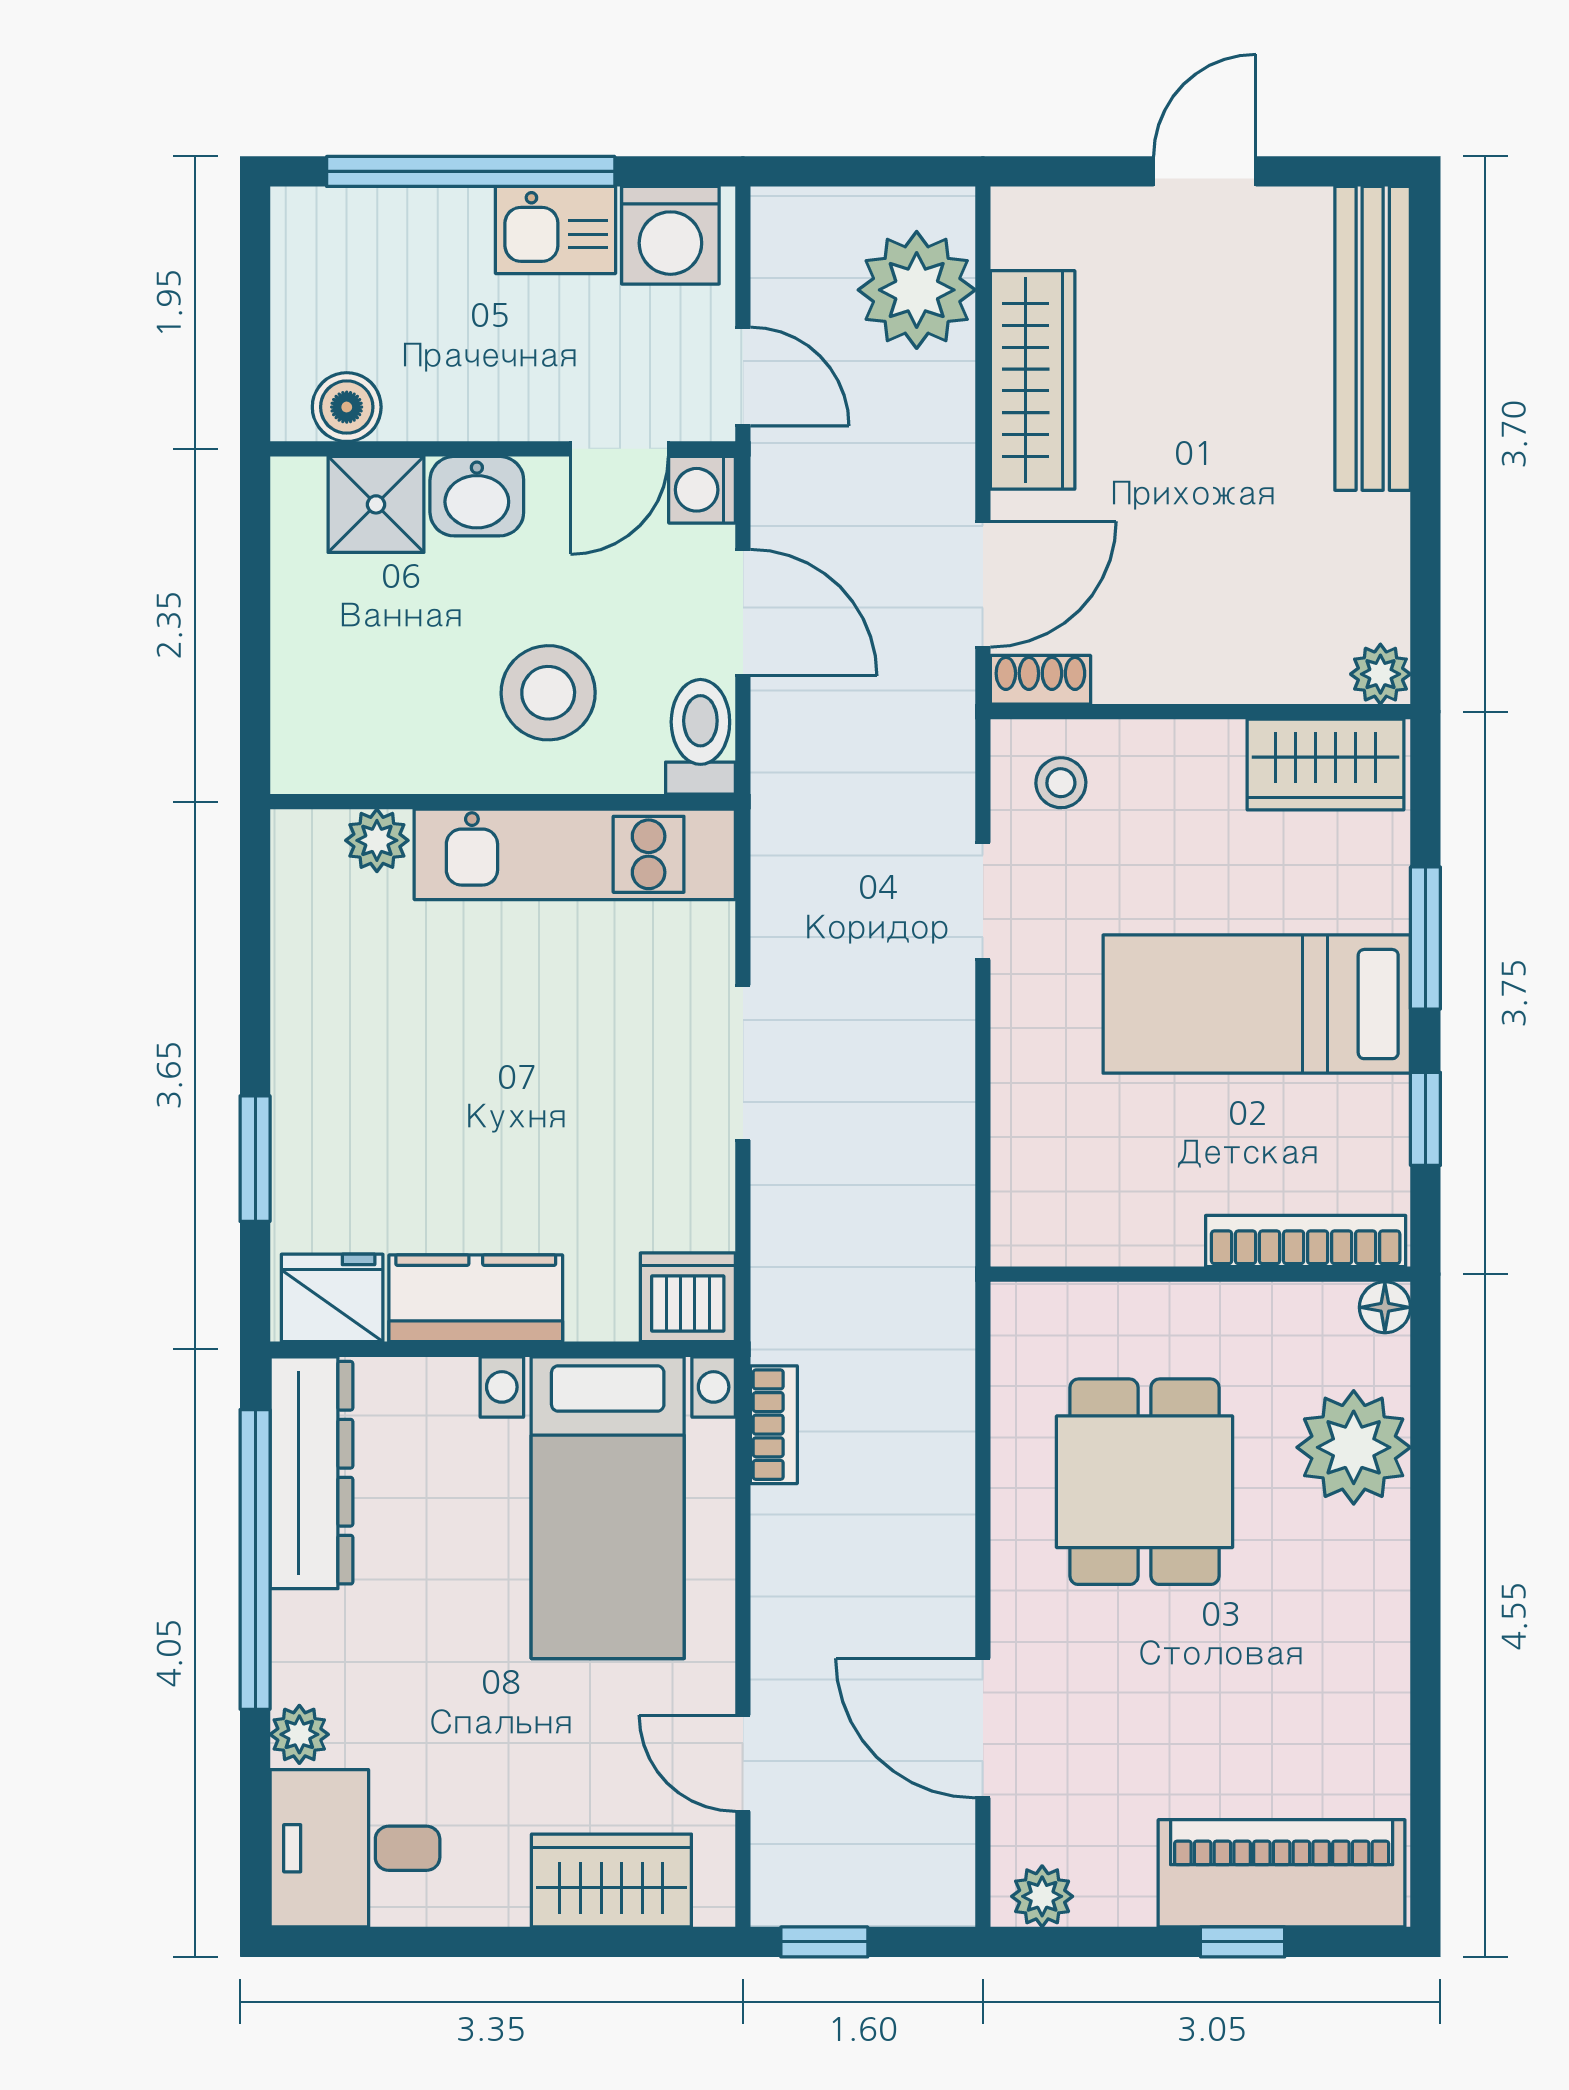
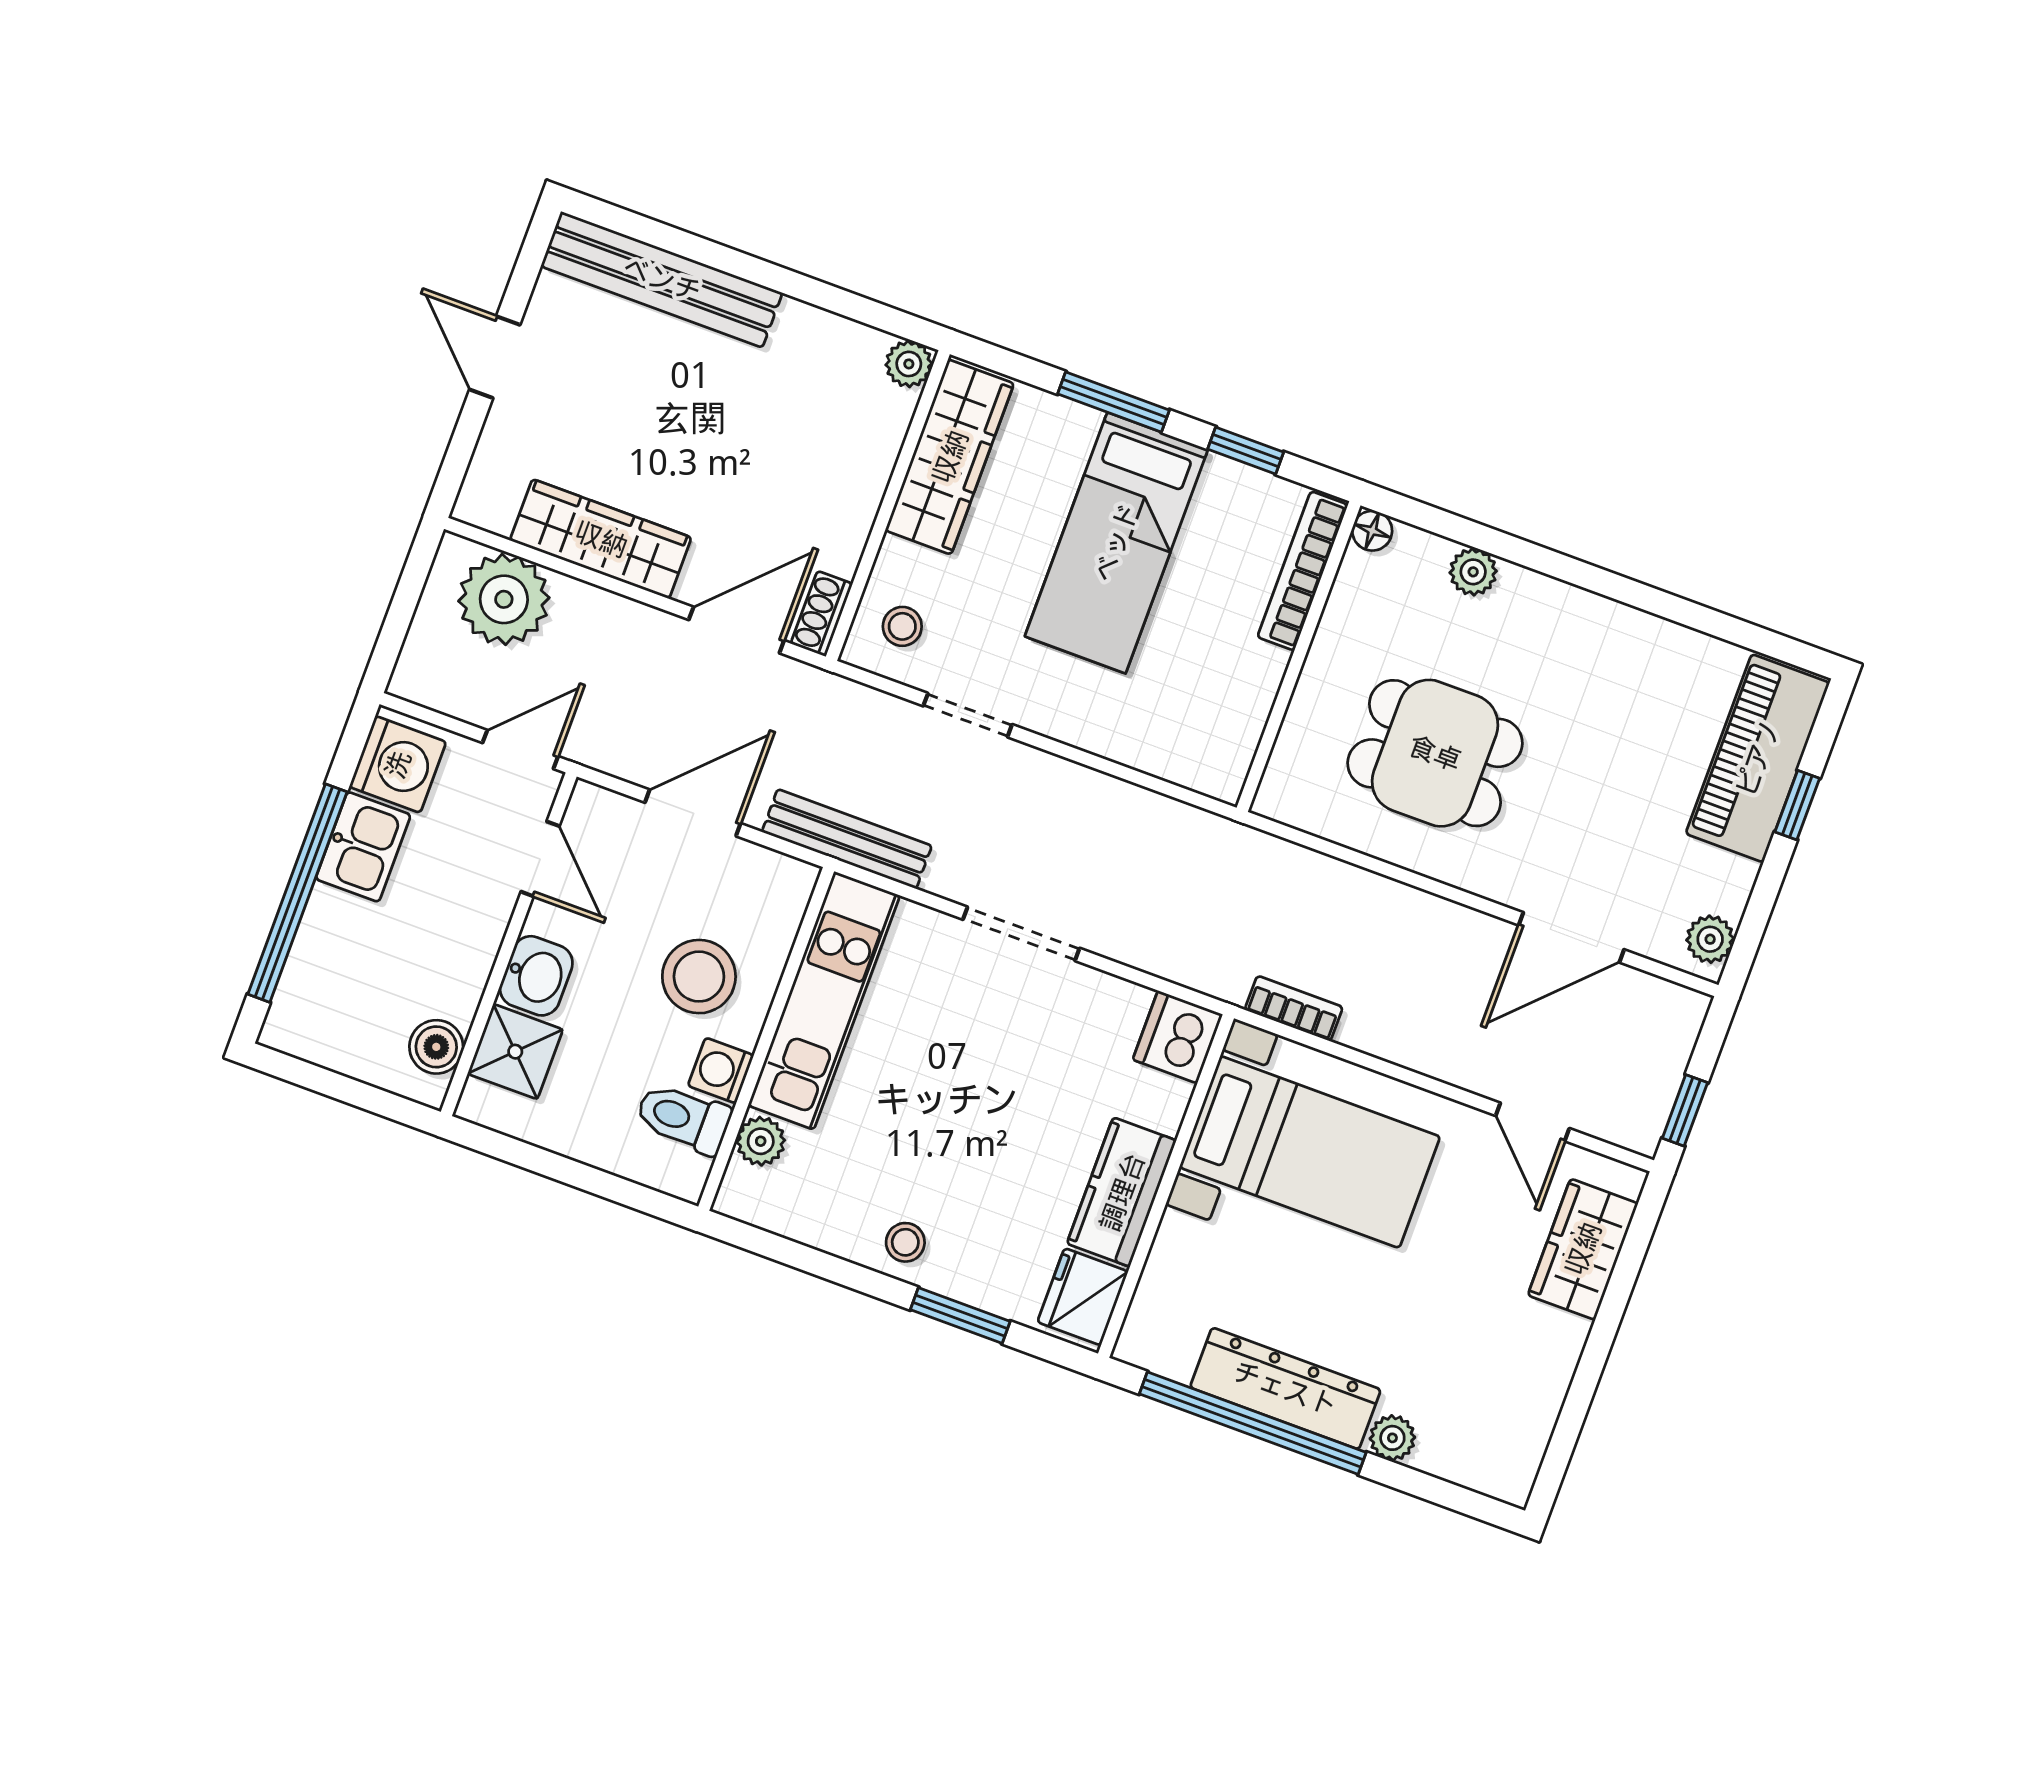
washing machine: (702, 490) -> (721, 1071), moved, turned 90
door: (983, 584) -> (736, 630), hinge flipped
toilet: (700, 737) -> (683, 1118), moved
wardrobe: (1326, 764) -> (950, 457), width x1.50
bench: (780, 810) -> (847, 839), added
stool: (319, 1060) -> (905, 1242), added
plant: (1354, 1447) -> (1473, 572), width x0.53, depth x0.53
dresser: (311, 1473) -> (1285, 1388), moved
door: (743, 1763) -> (1533, 1122), hinge flipped
desk: (355, 1848) -> (1490, 1428), removed

